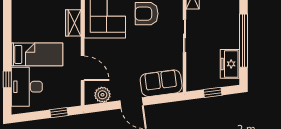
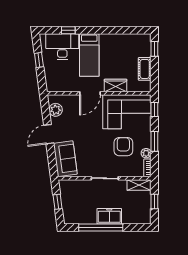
freezer: (230, 64) -> (109, 216), moved
door: (83, 68) -> (90, 93), moved
window: (59, 113) -> (39, 60), moved

